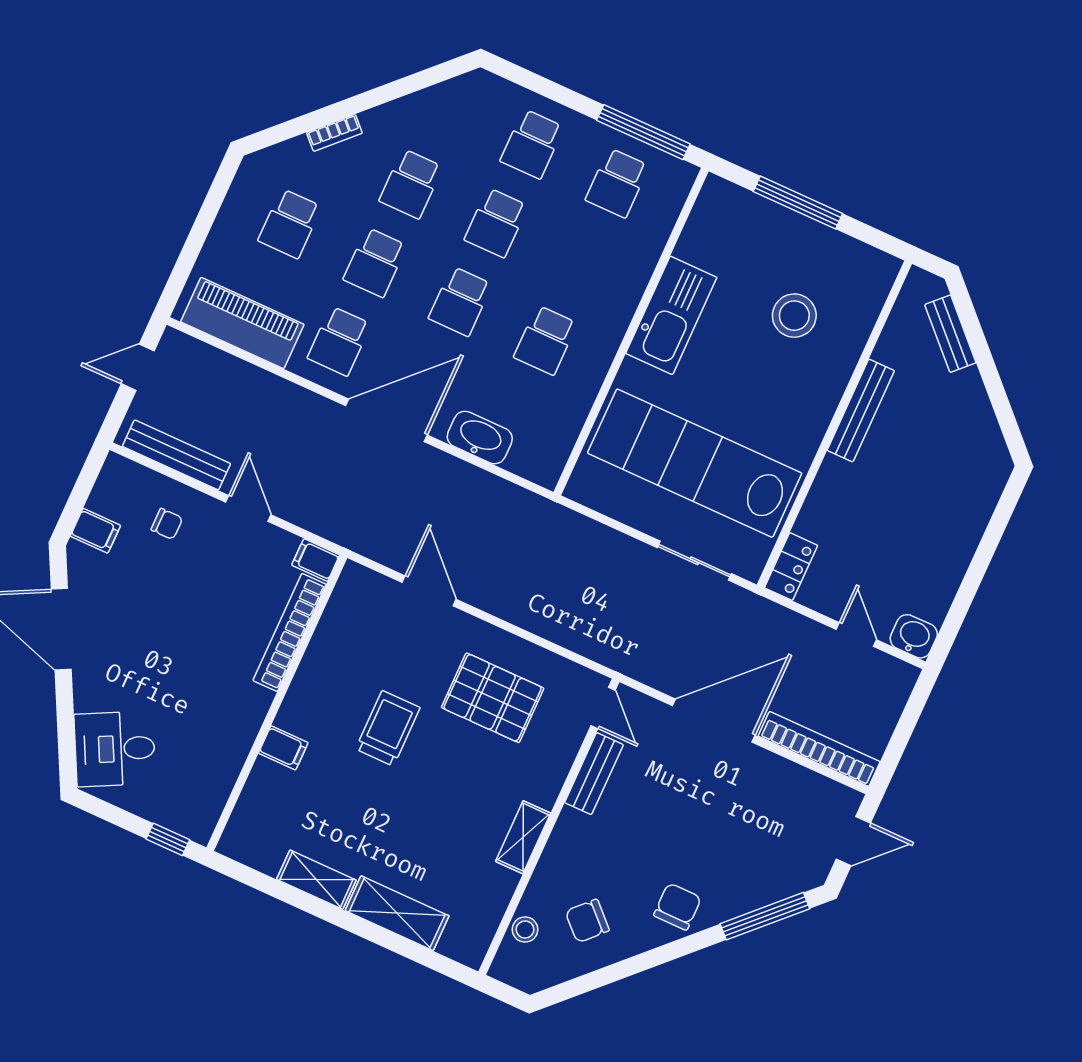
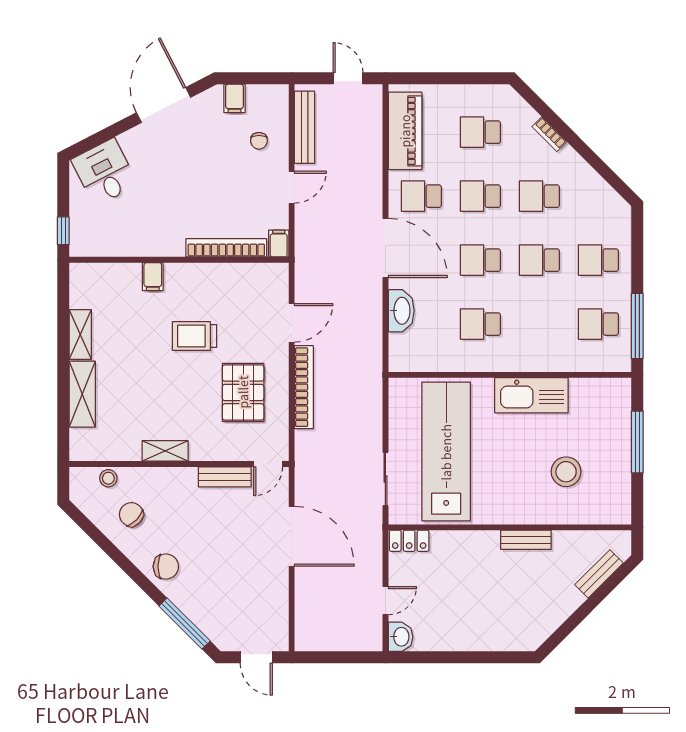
bench: (861, 410) -> (526, 540), width x0.73
trolley: (388, 728) -> (195, 336), turned 180
bookcase: (819, 749) -> (304, 387), moved

